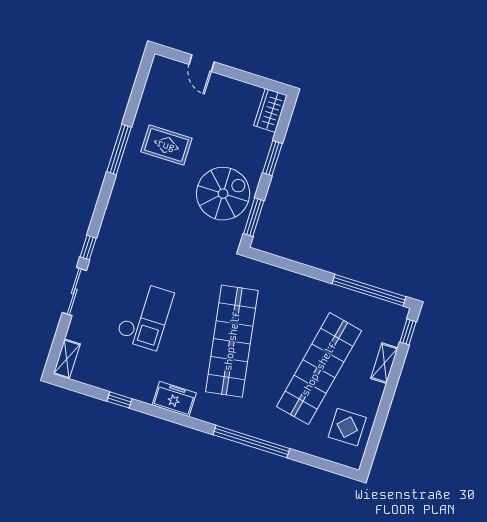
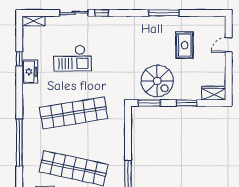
rug: (166, 145) -> (185, 45), moved
freezer: (174, 399) -> (30, 72), moved

